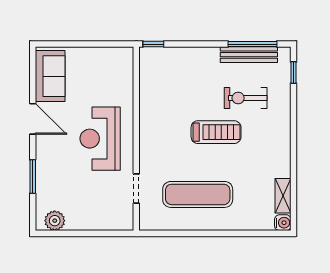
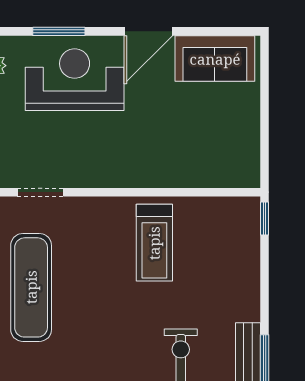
treadmill: (216, 132) -> (154, 243), moved
reception desk: (100, 139) -> (75, 80), moved

